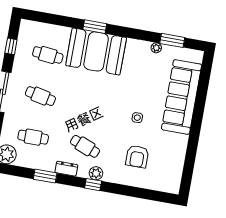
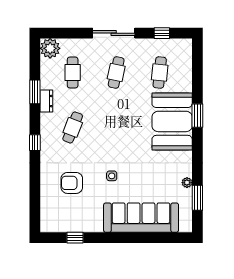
window: (189, 163) -> (75, 238), added
dresser: (66, 169) -> (46, 101), moved
plant: (96, 173) -> (47, 144), removed

